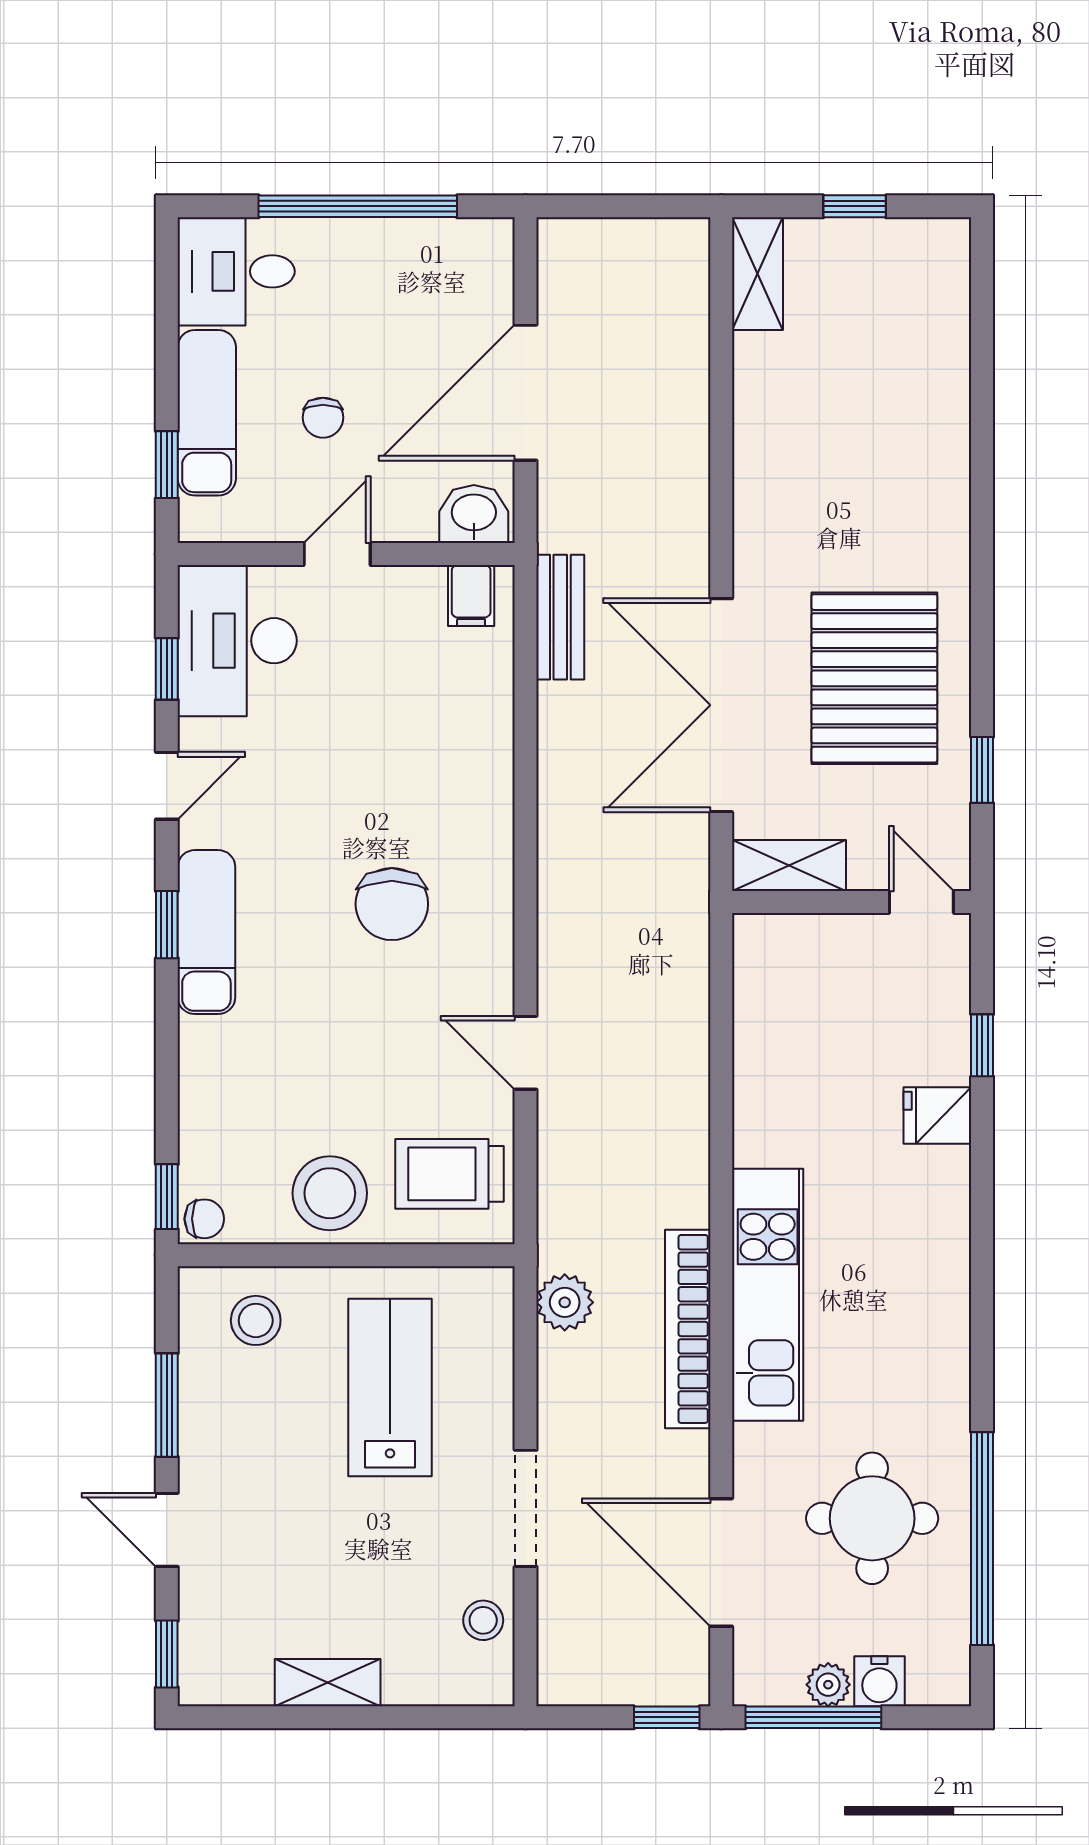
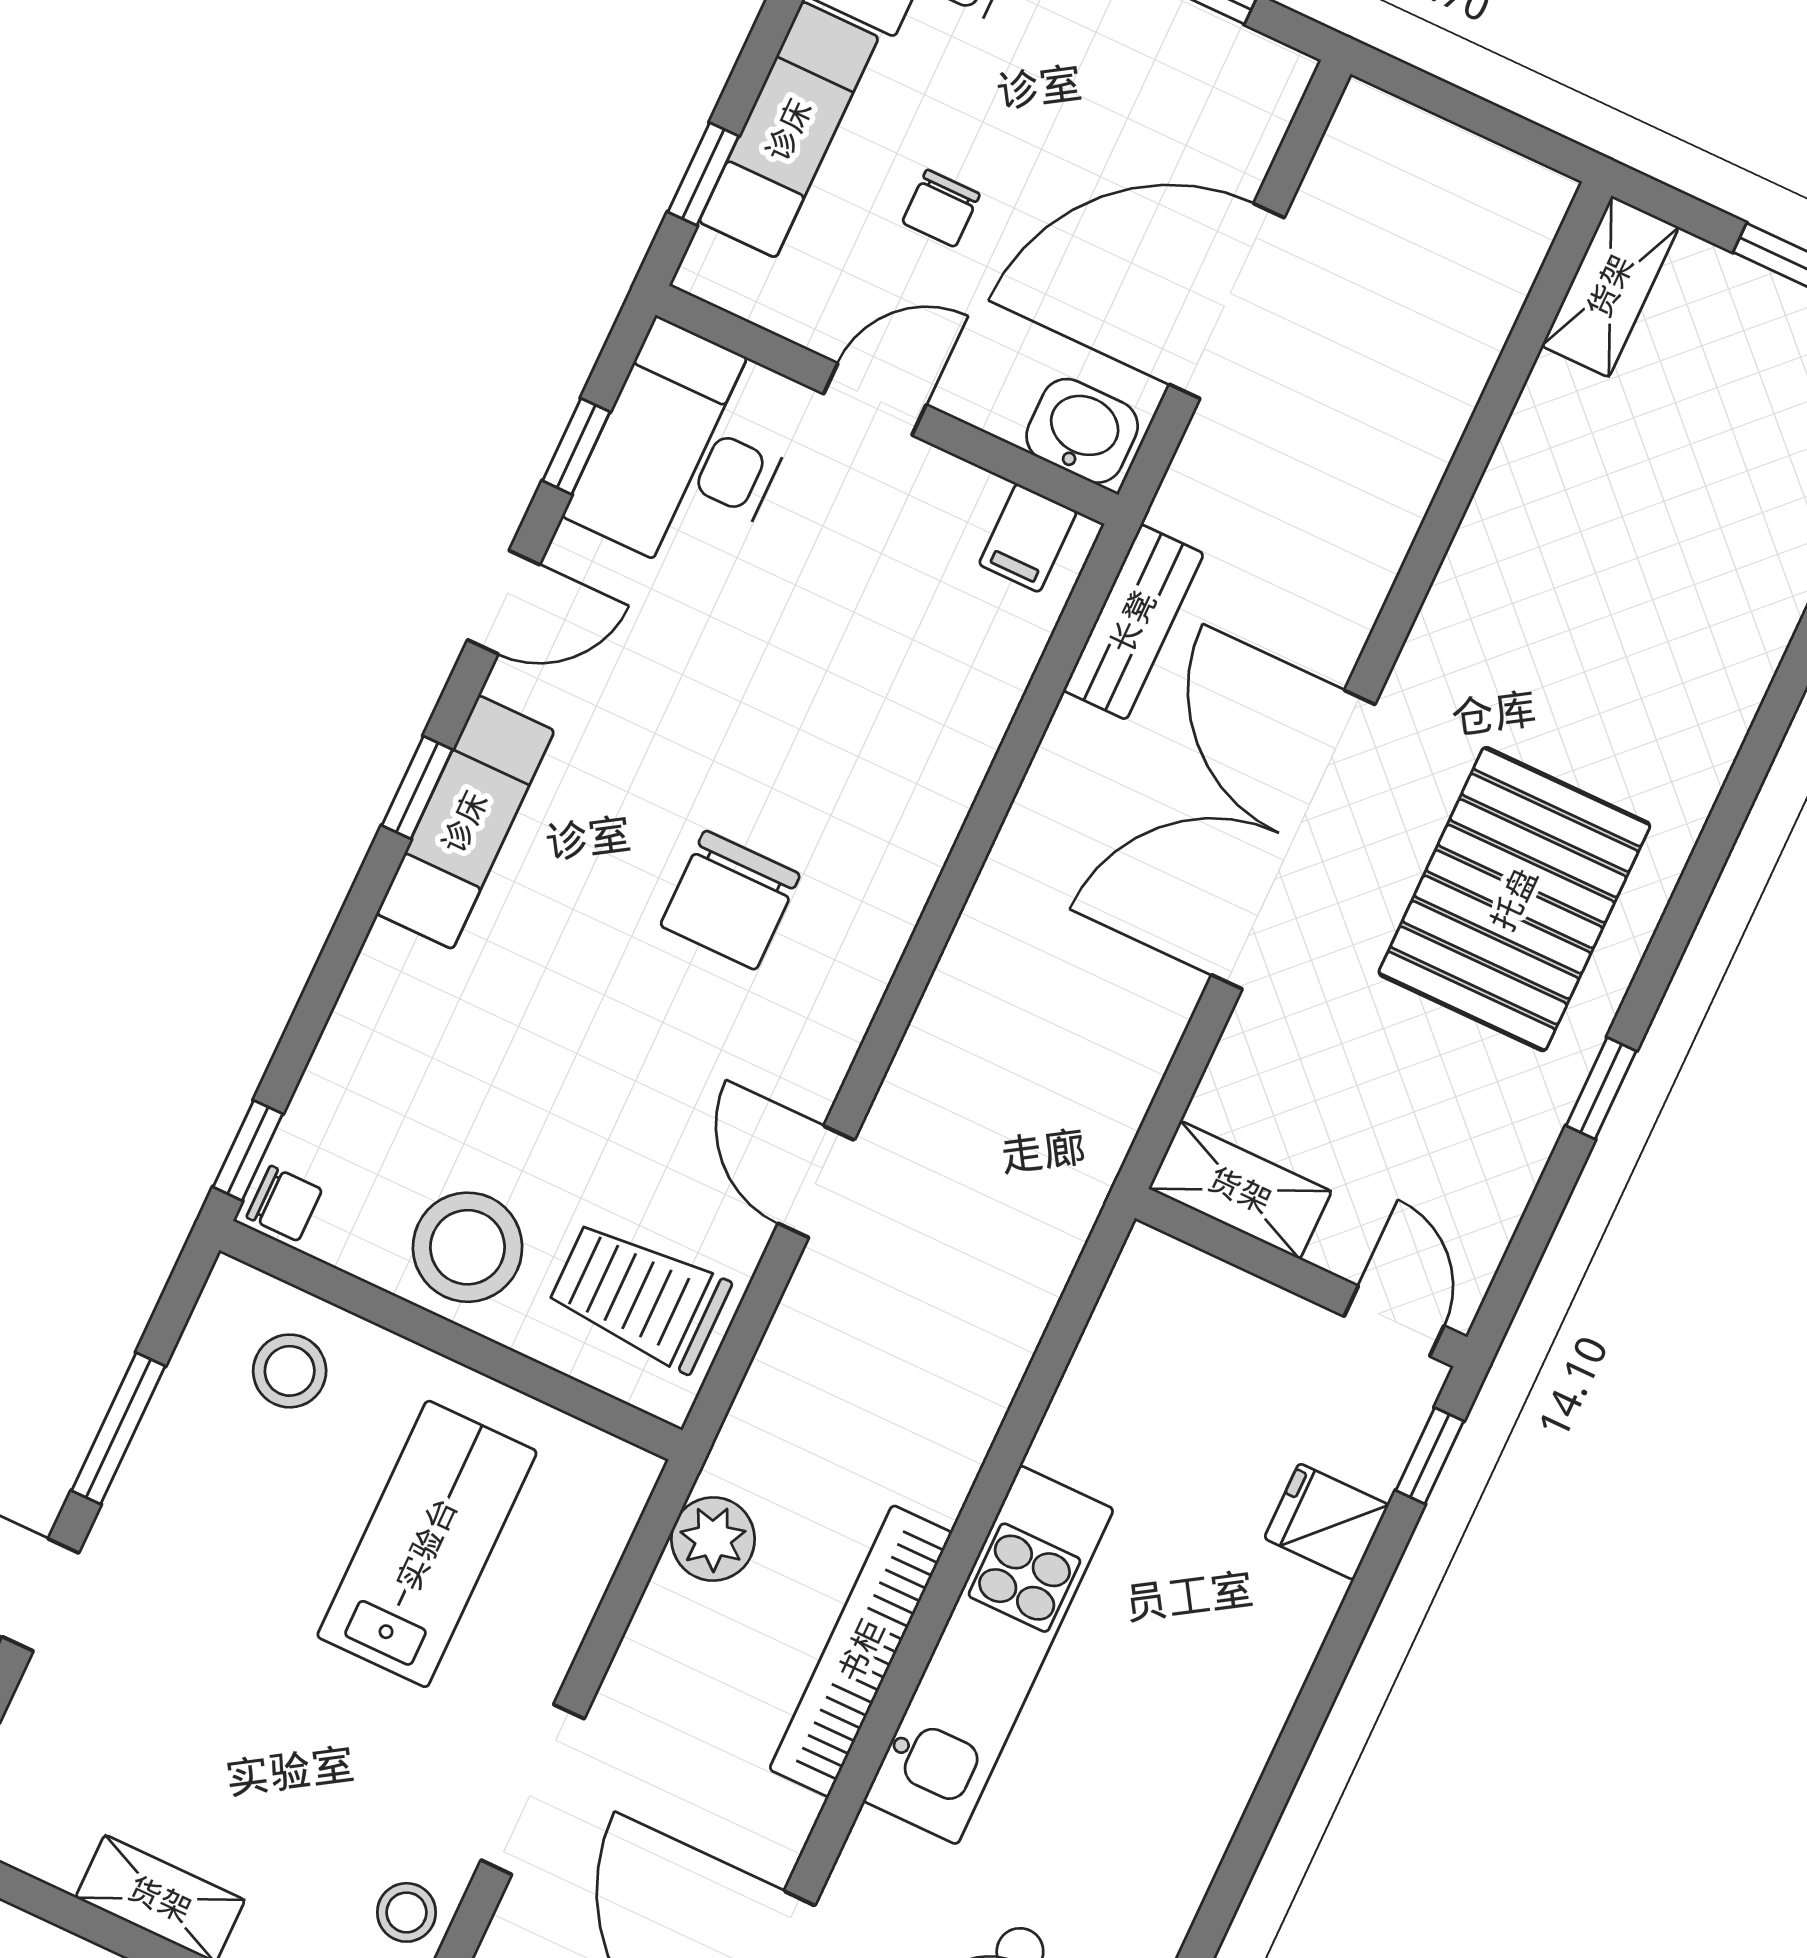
shelving: (789, 865) -> (1240, 1190), moved
wall: (852, 902) -> (1301, 1278), moved
door: (921, 902) -> (1394, 1321), moved

